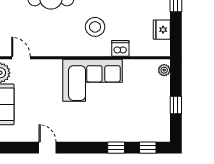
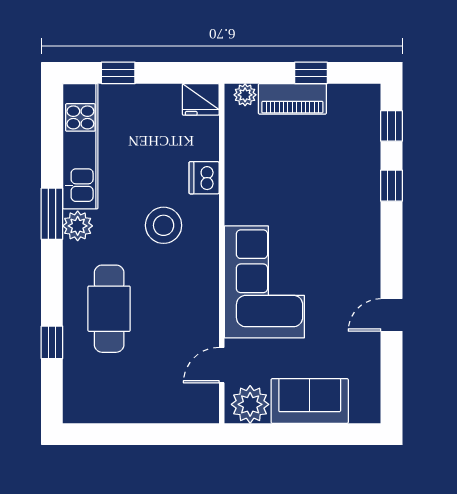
fridge: (162, 30) -> (201, 99), moved
corner sofa: (92, 80) -> (264, 282), moved
piano: (162, 95) -> (292, 99), added

